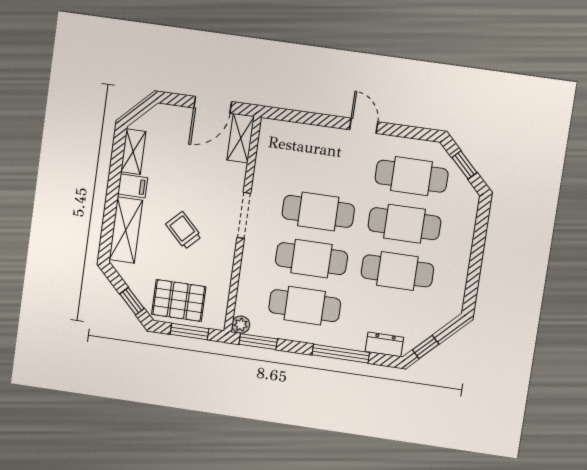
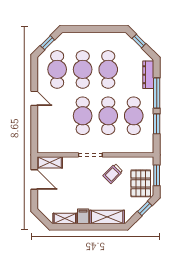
door: (364, 126) -> (34, 98), swing flipped
trolley: (184, 230) -> (113, 174), moved
plant: (241, 325) -> (149, 148), removed
window: (258, 342) -> (157, 124), moved
dresser: (384, 344) -> (148, 75), width x1.44
window: (426, 347) -> (139, 41), moved

